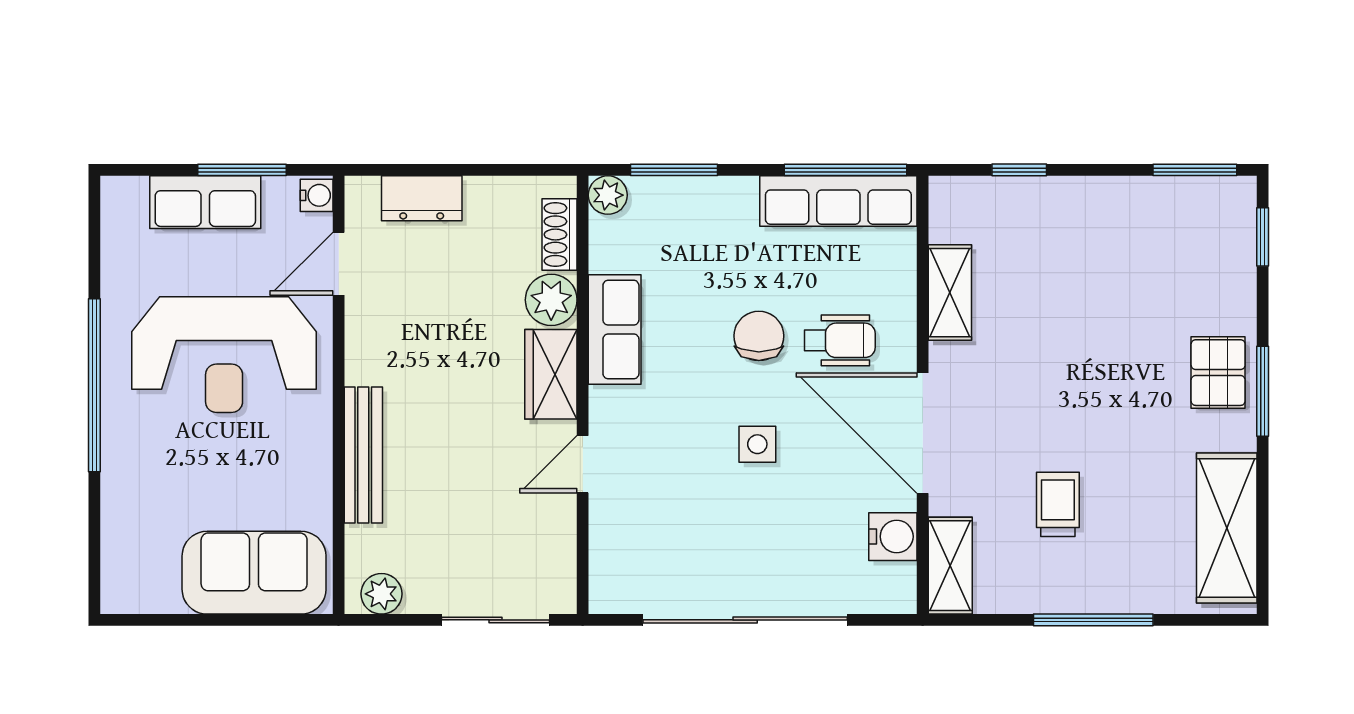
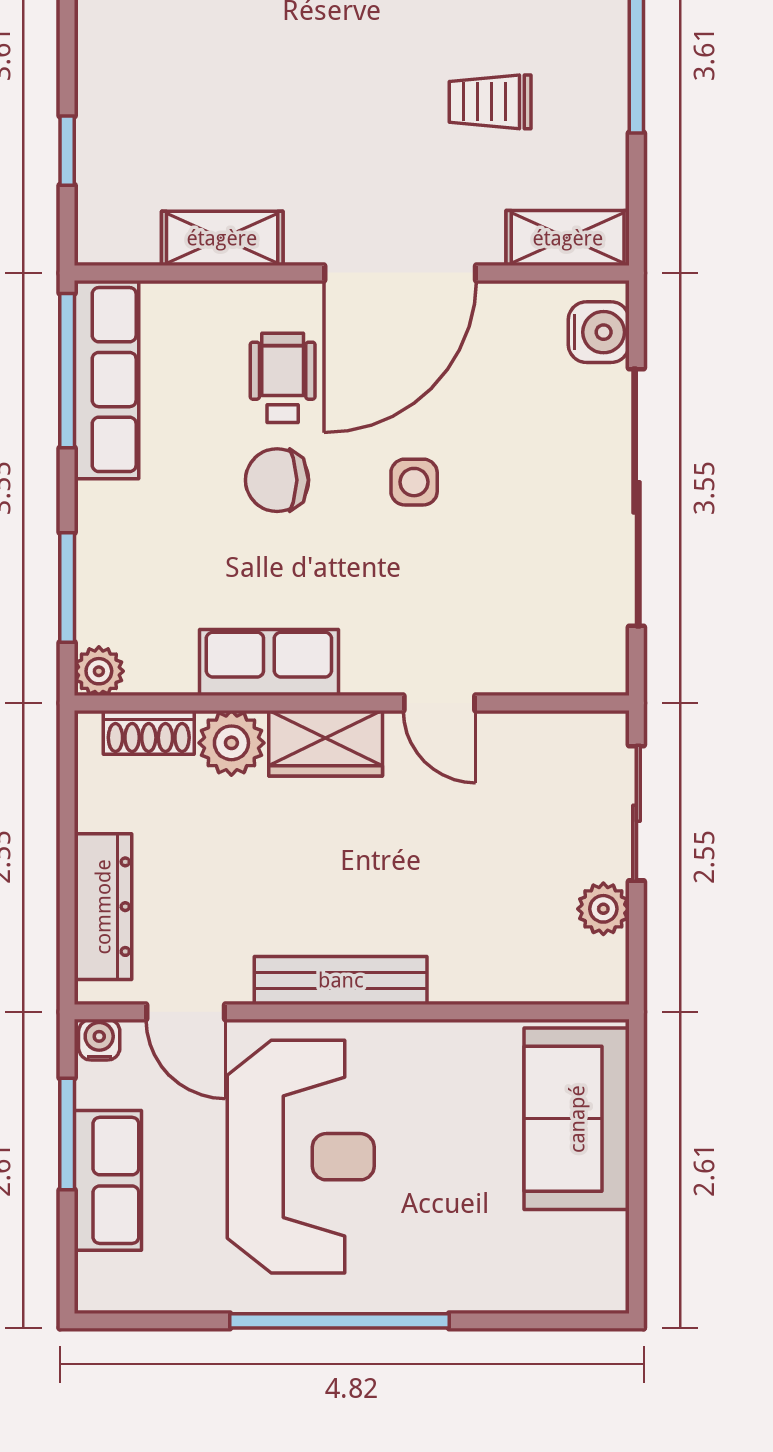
dresser: (422, 198) -> (103, 907), width x1.44
bench: (363, 455) -> (341, 980), moved
water cooler: (893, 537) -> (599, 332), moved, turned 90
plant: (381, 594) -> (603, 909), moved

